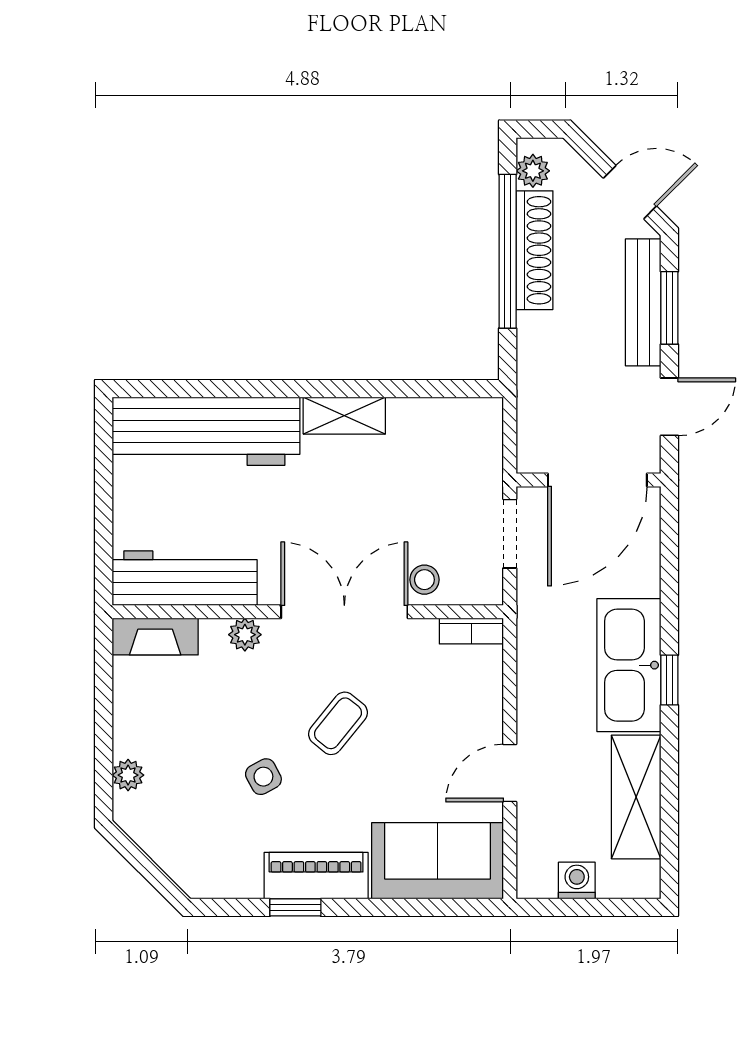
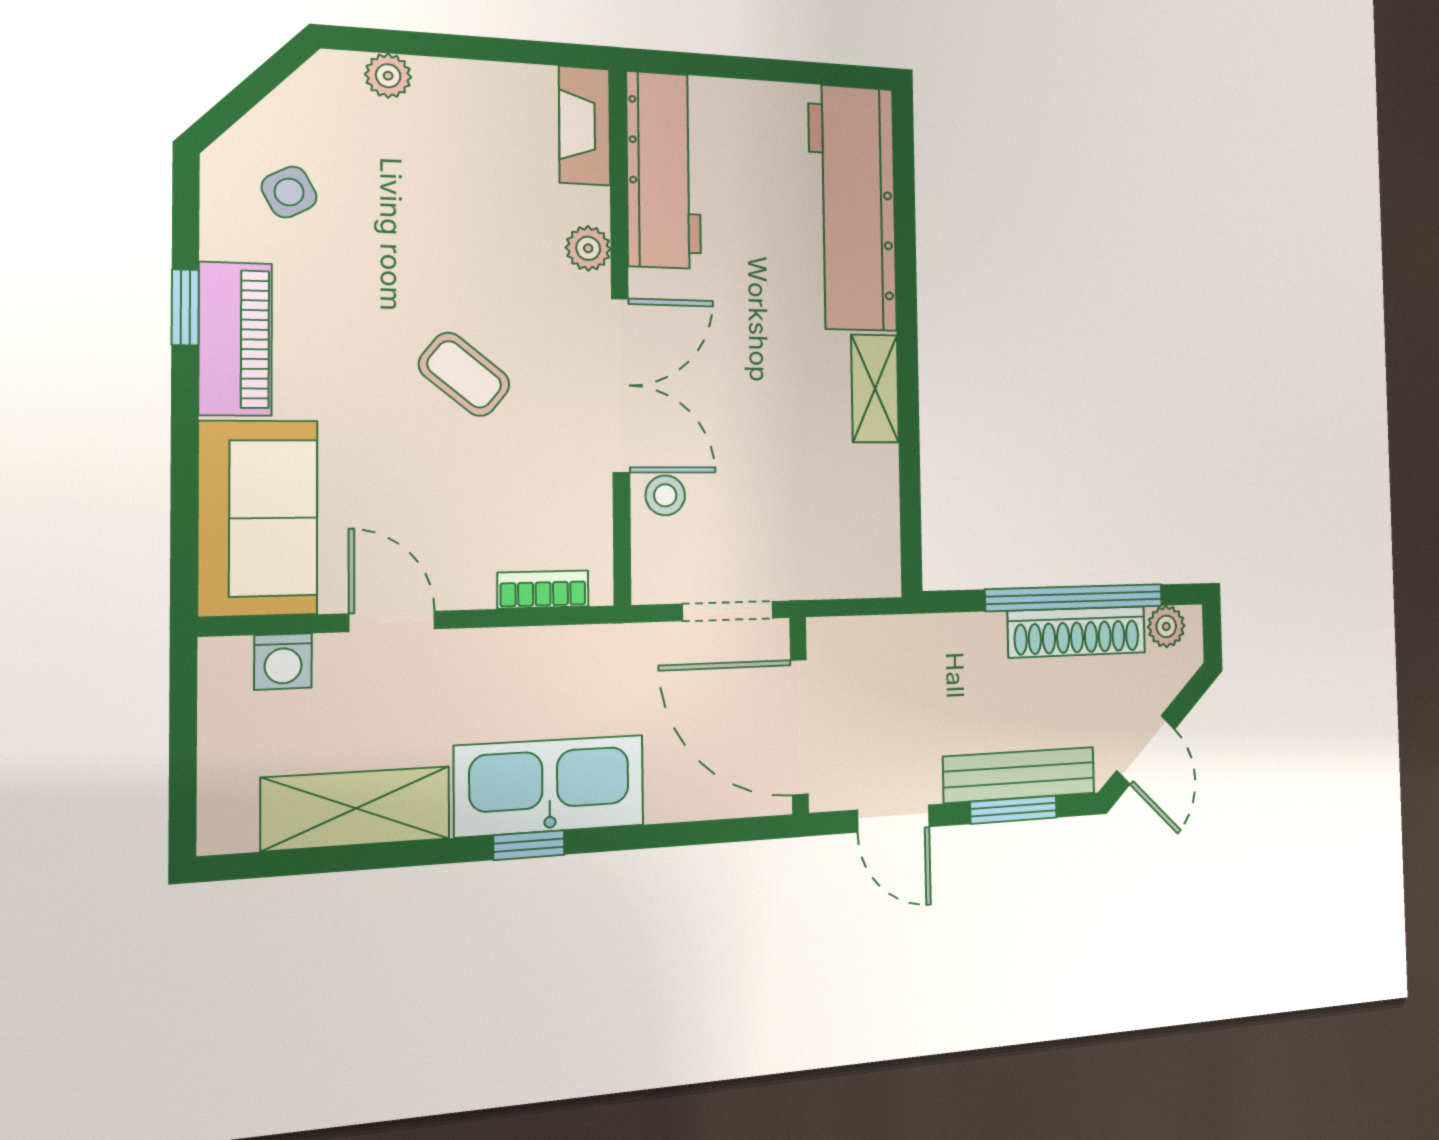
bookcase: (471, 631) -> (543, 590), moved, turned 90
side table: (263, 777) -> (289, 192), moved
washing machine: (577, 881) -> (283, 661), moved, turned 90

